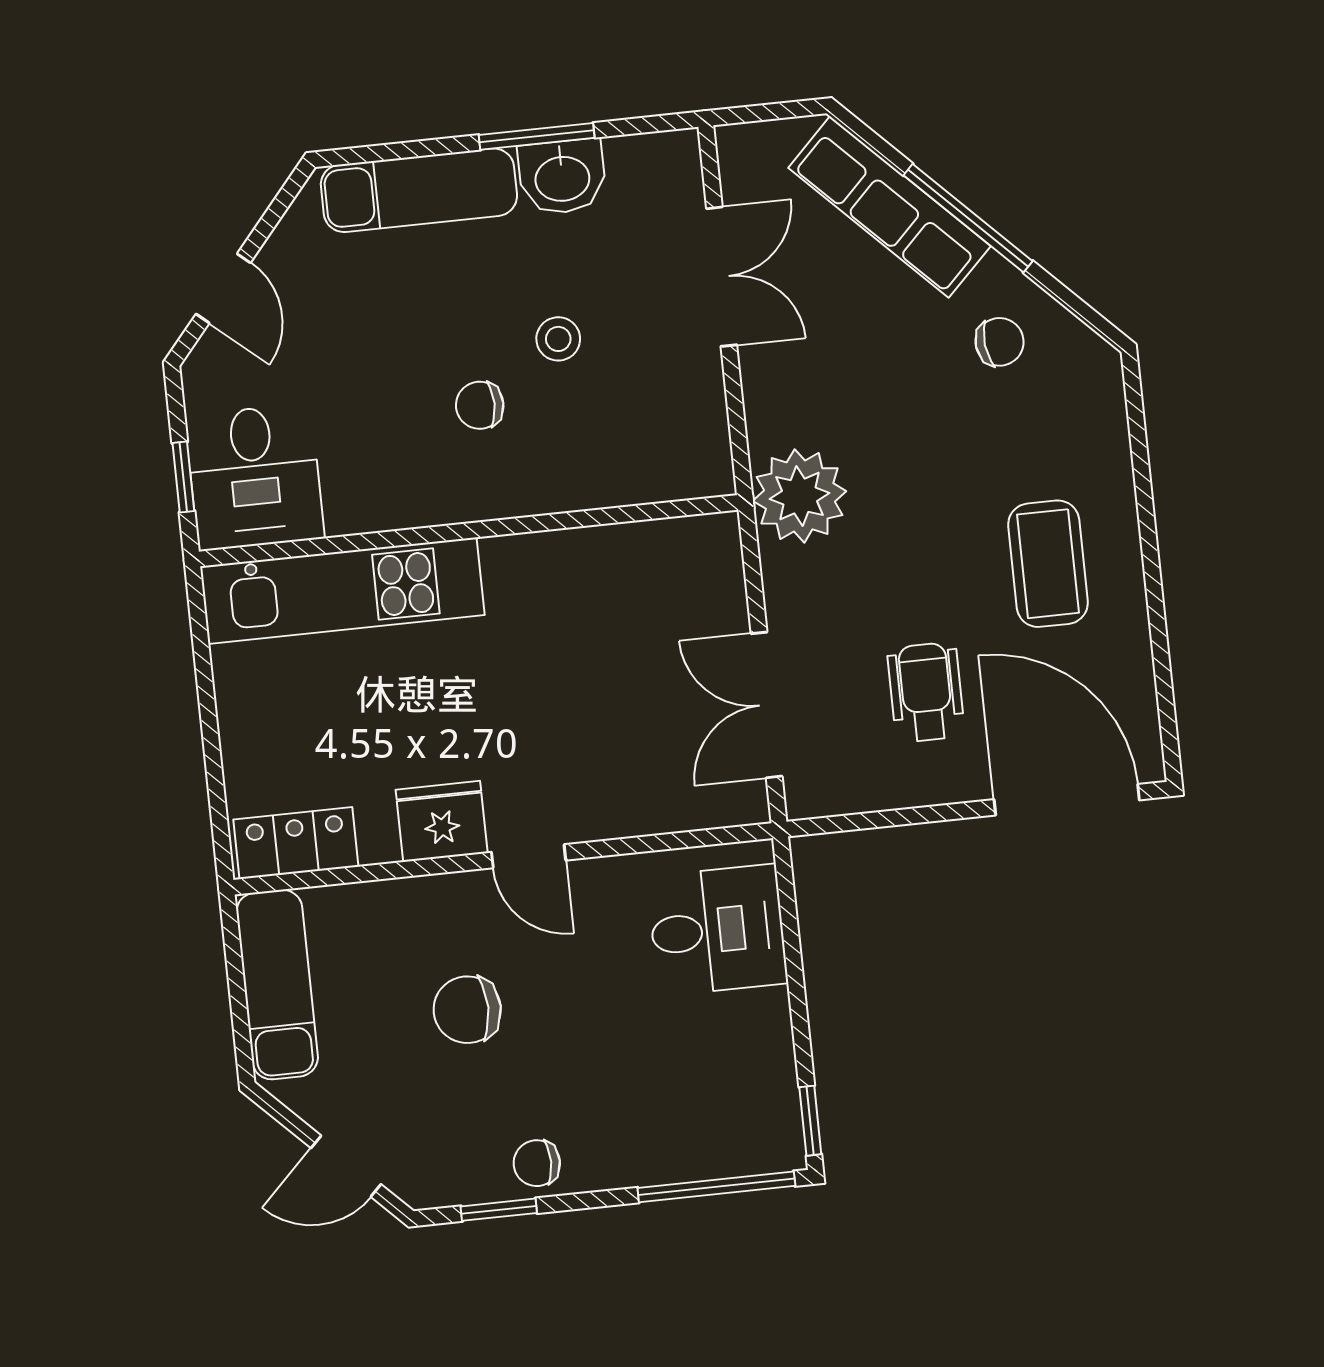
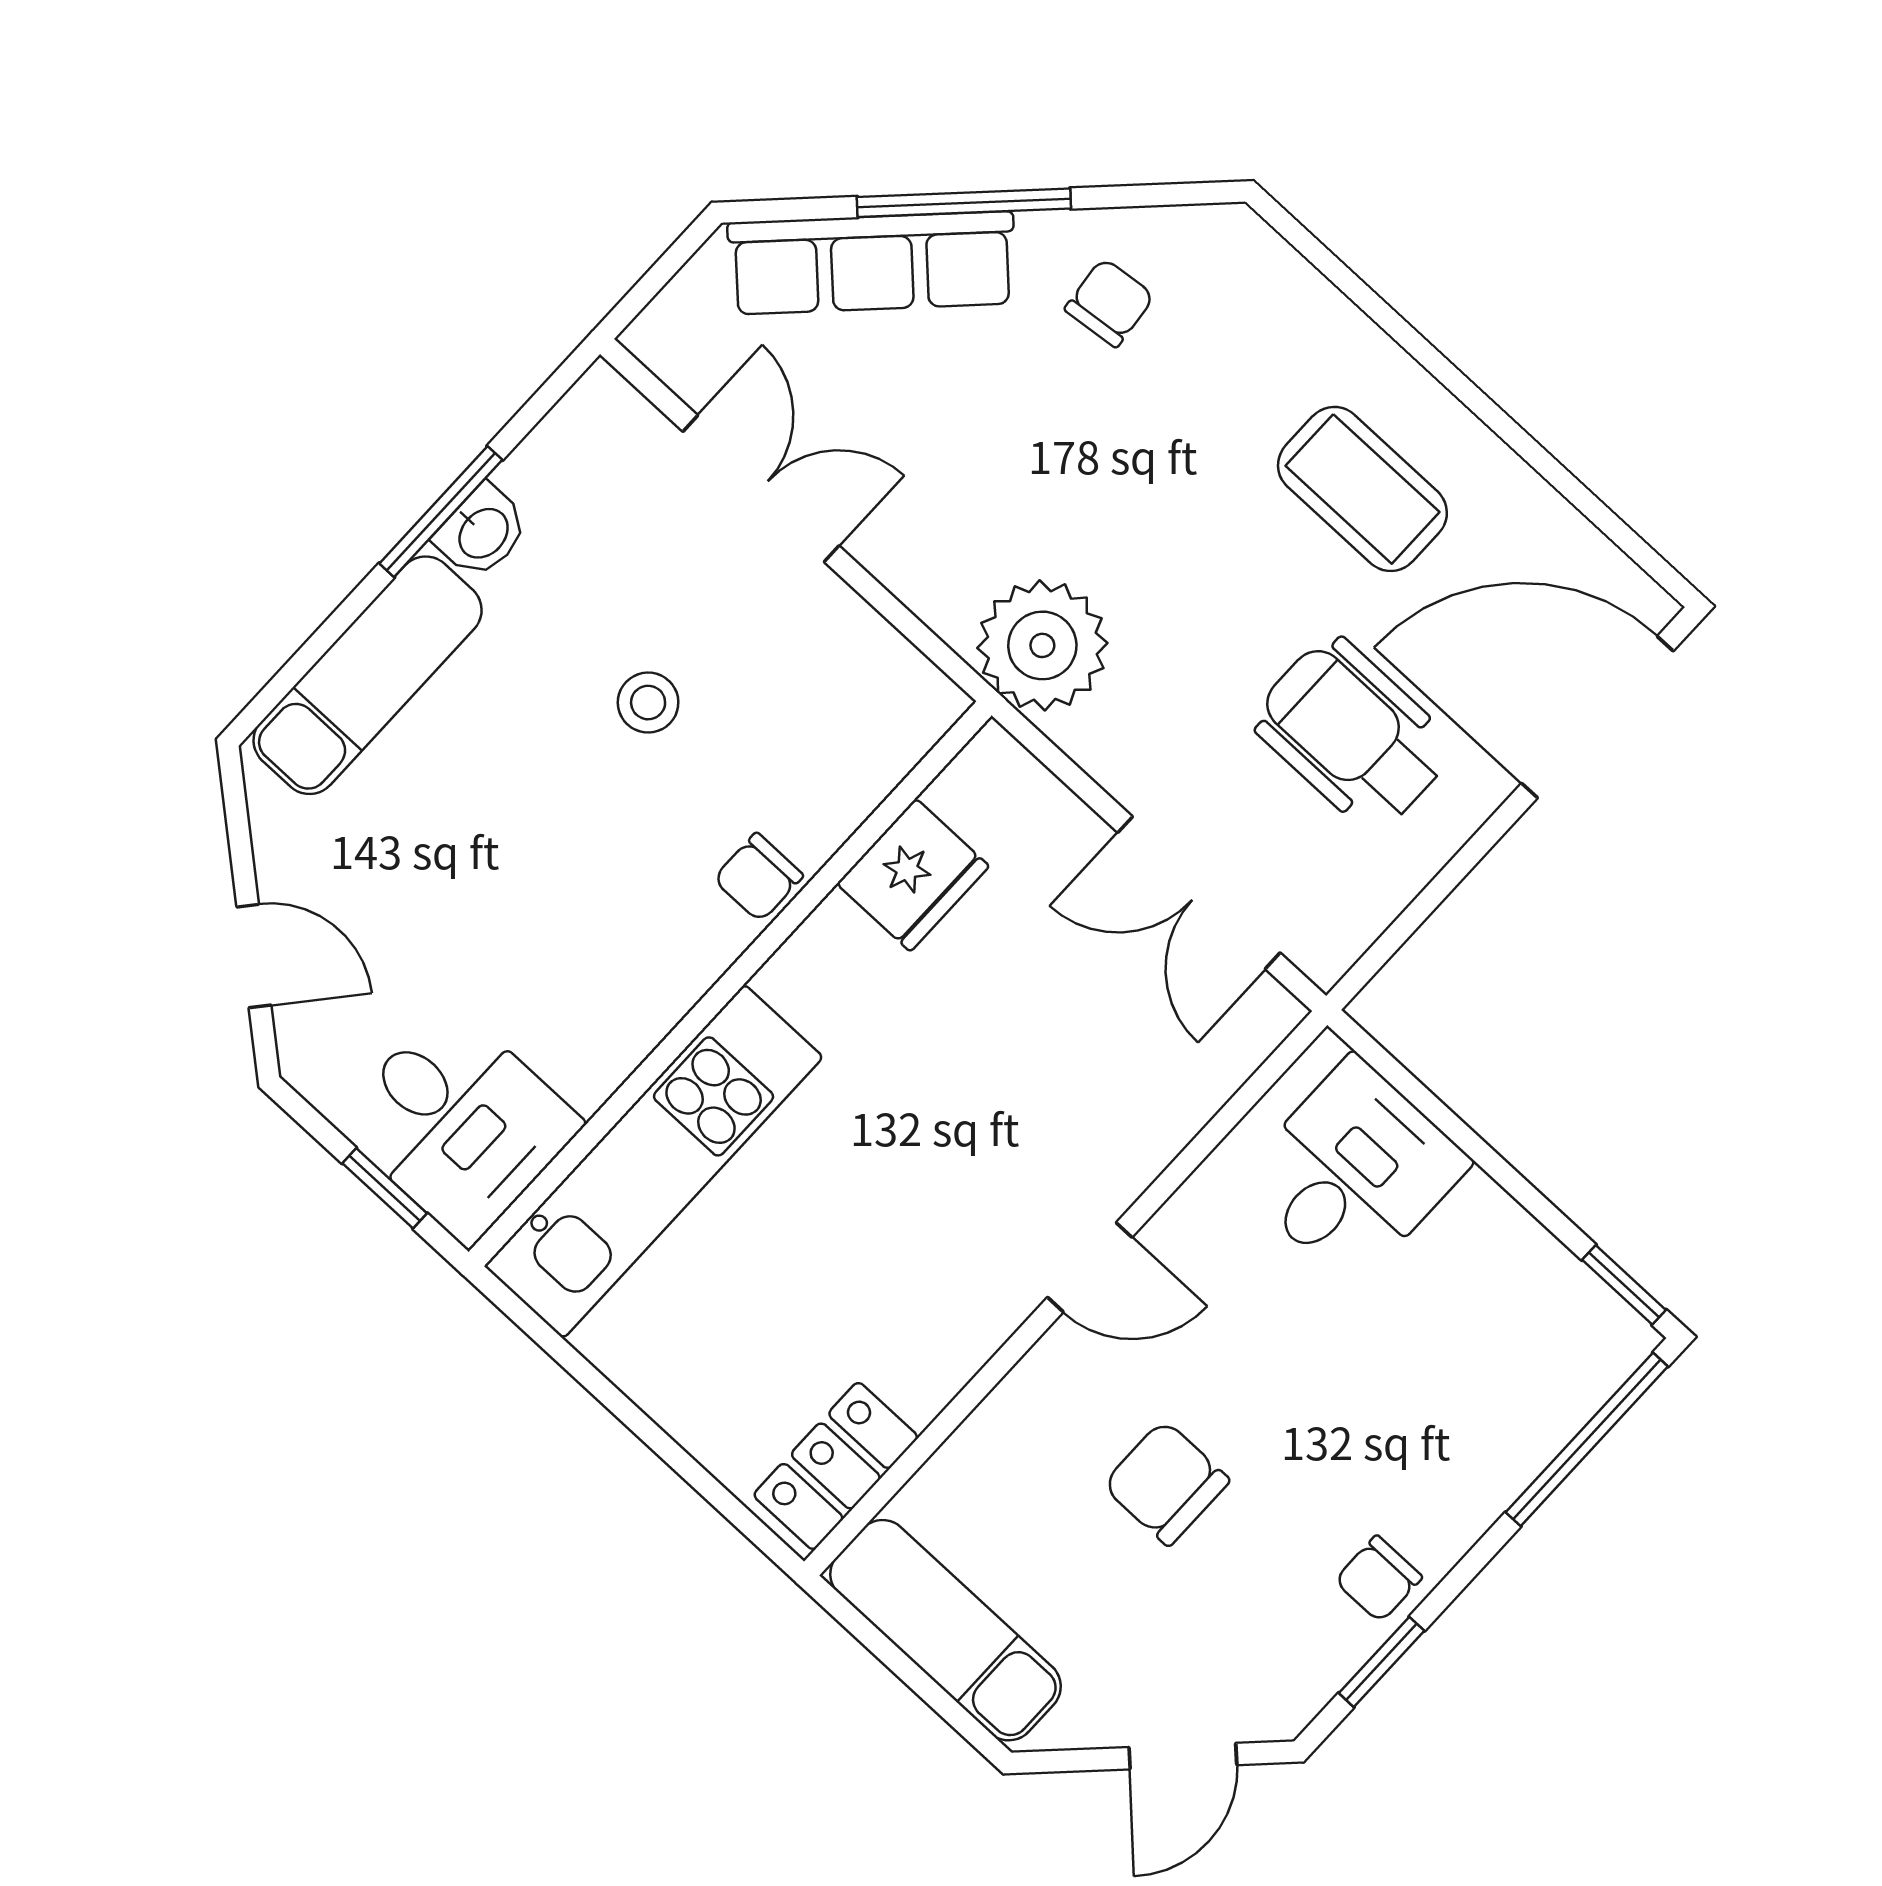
washbasin: (562, 177) -> (482, 532), width x0.72, depth x0.69
chair: (480, 405) -> (758, 877), moved
wheelchair: (926, 692) -> (1353, 734), width x1.36, depth x1.37
fridge: (442, 821) -> (913, 875), moved, turned 180
chair: (467, 1010) -> (1166, 1483), turned 90

